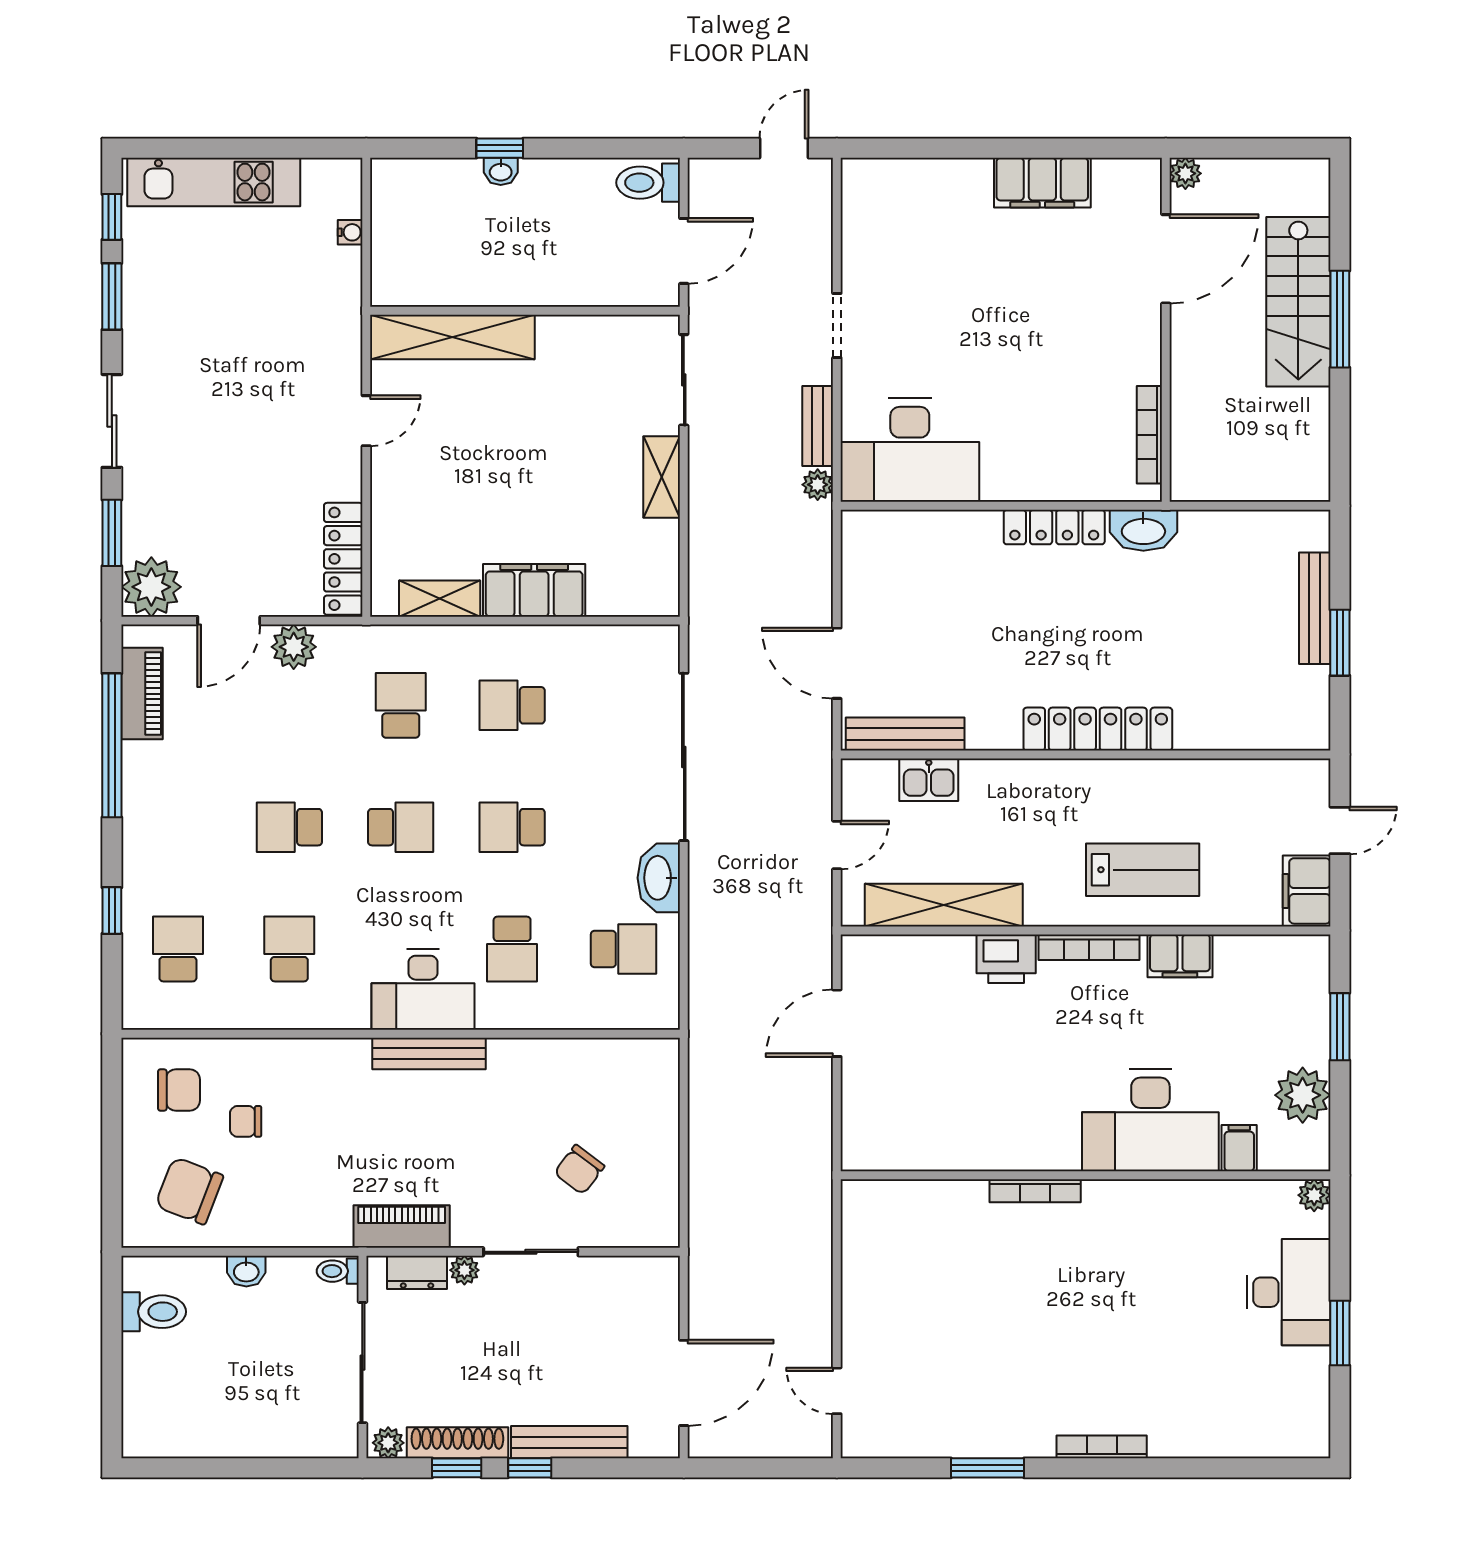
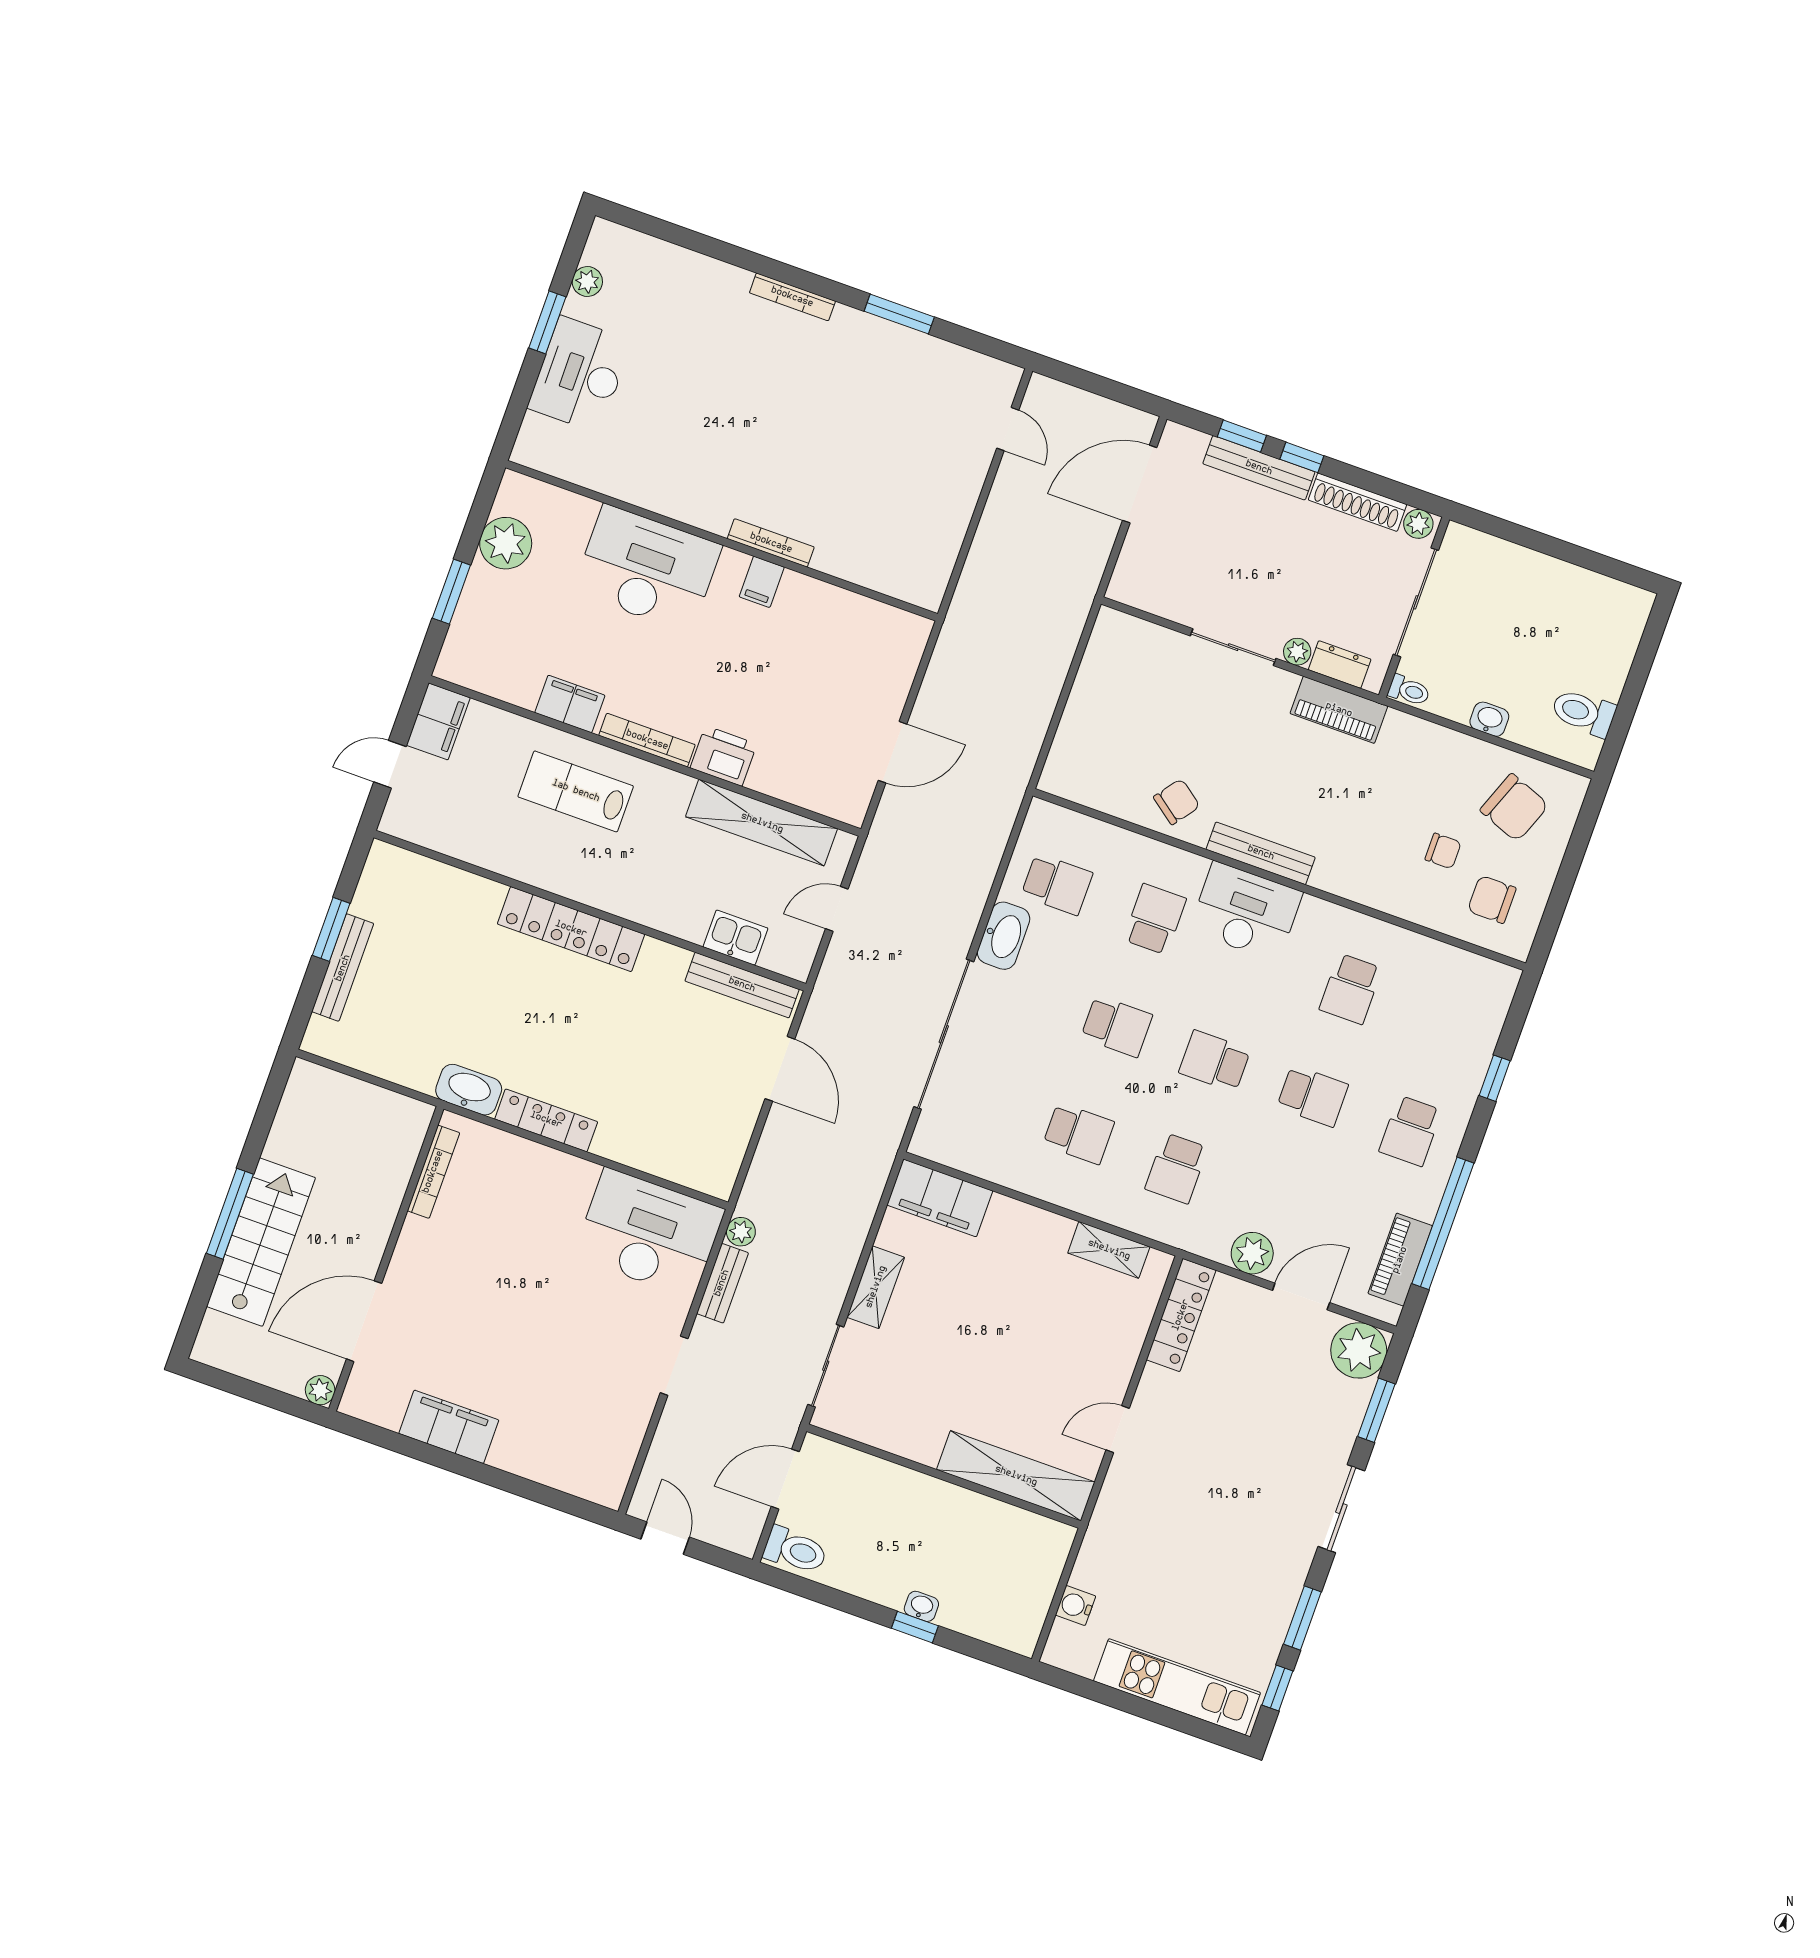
door: (784, 148) -> (665, 1538), swing flipped
water cooler: (350, 232) -> (1076, 1606), width x1.38, depth x1.38
filing cabinet: (534, 590) -> (940, 1198), moved
school desk: (178, 949) -> (1410, 1131), moved
school desk: (623, 949) -> (1057, 884), turned 180
filing cabinet: (1239, 1148) -> (762, 582), moved
chair: (579, 1170) -> (1177, 802), moved
plant: (1314, 1195) -> (587, 282), moved
window: (457, 1468) -> (1242, 436), moved

